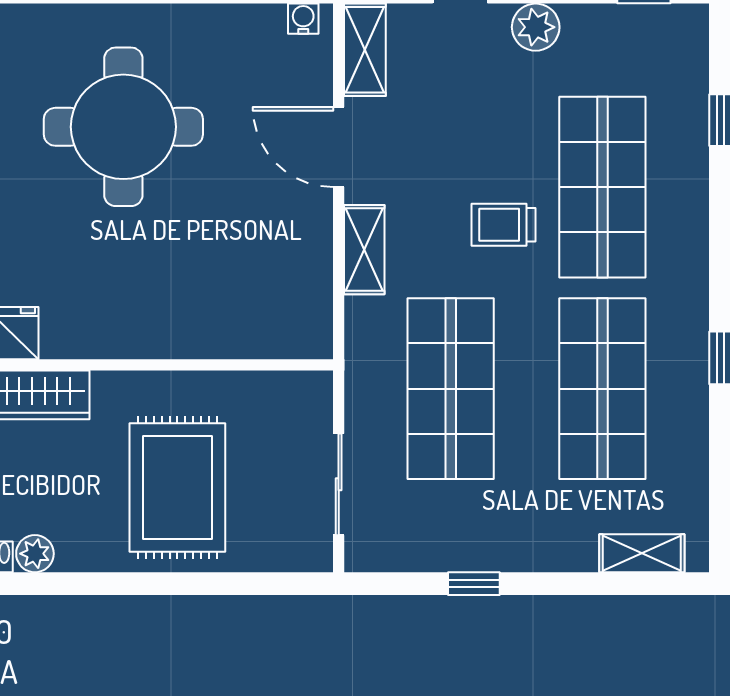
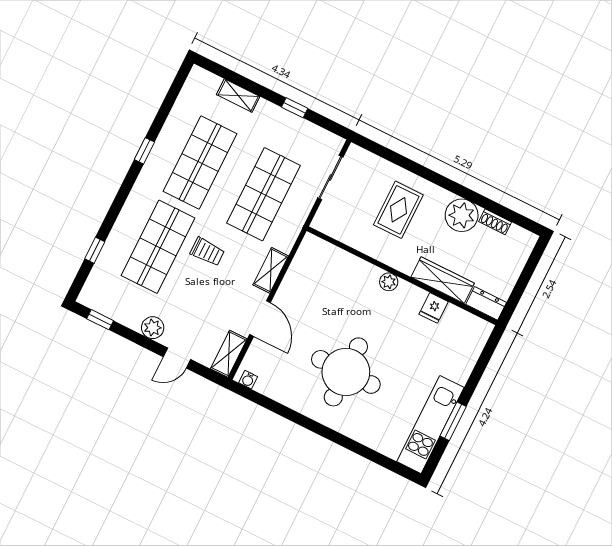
plant: (127, 340) -> (389, 282), added
rug: (177, 488) -> (398, 210), width x0.73, depth x0.70
shelving: (642, 553) -> (238, 96), moved
plant: (35, 554) -> (462, 215), width x1.87, depth x1.87

